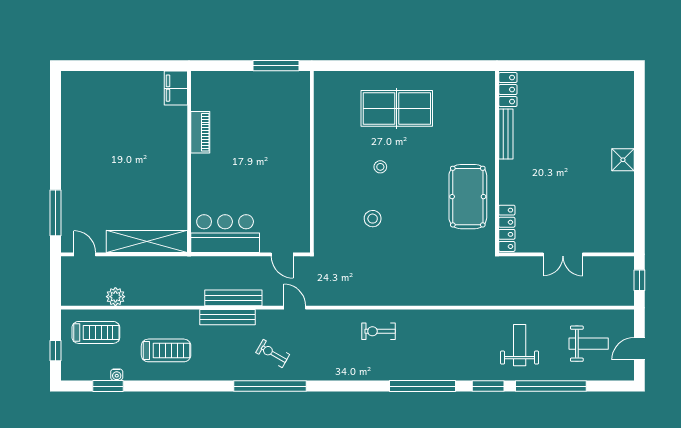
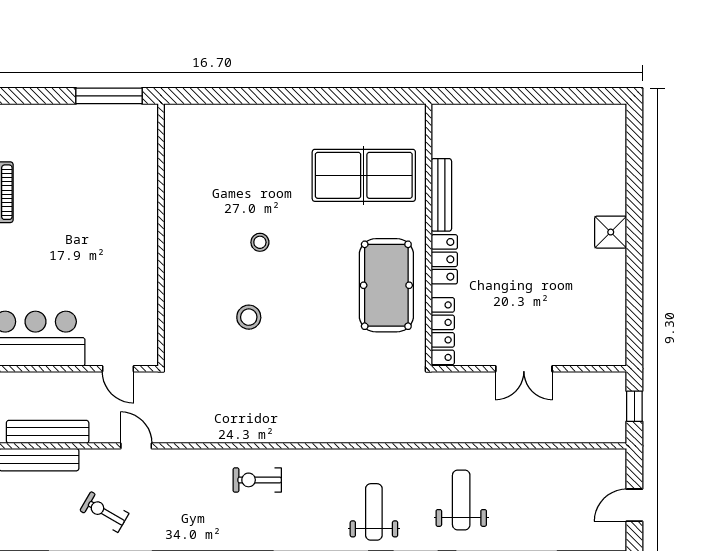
locker: (508, 90) -> (444, 259), moved
table tennis table: (397, 108) -> (364, 175), moved
weight bench: (589, 344) -> (374, 512), moved, turned -90

